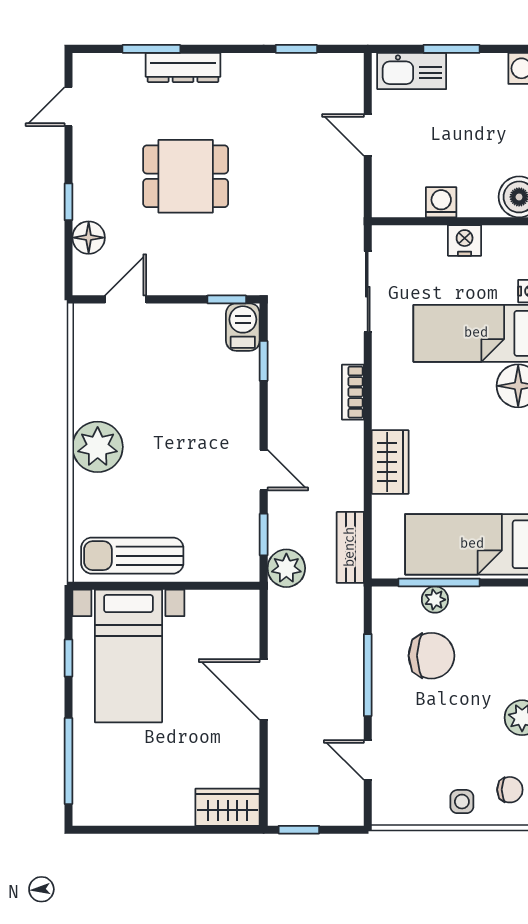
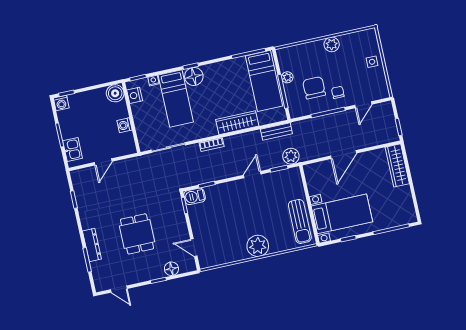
kitchen sink: (412, 71) -> (73, 149), width x0.73
nightstand: (465, 241) -> (135, 95), moved
wardrobe: (390, 462) -> (237, 123), width x1.50
plant: (435, 600) -> (287, 77), moved
chair: (510, 790) -> (338, 92), moved
wardrobe: (228, 807) -> (397, 165), width x1.50

